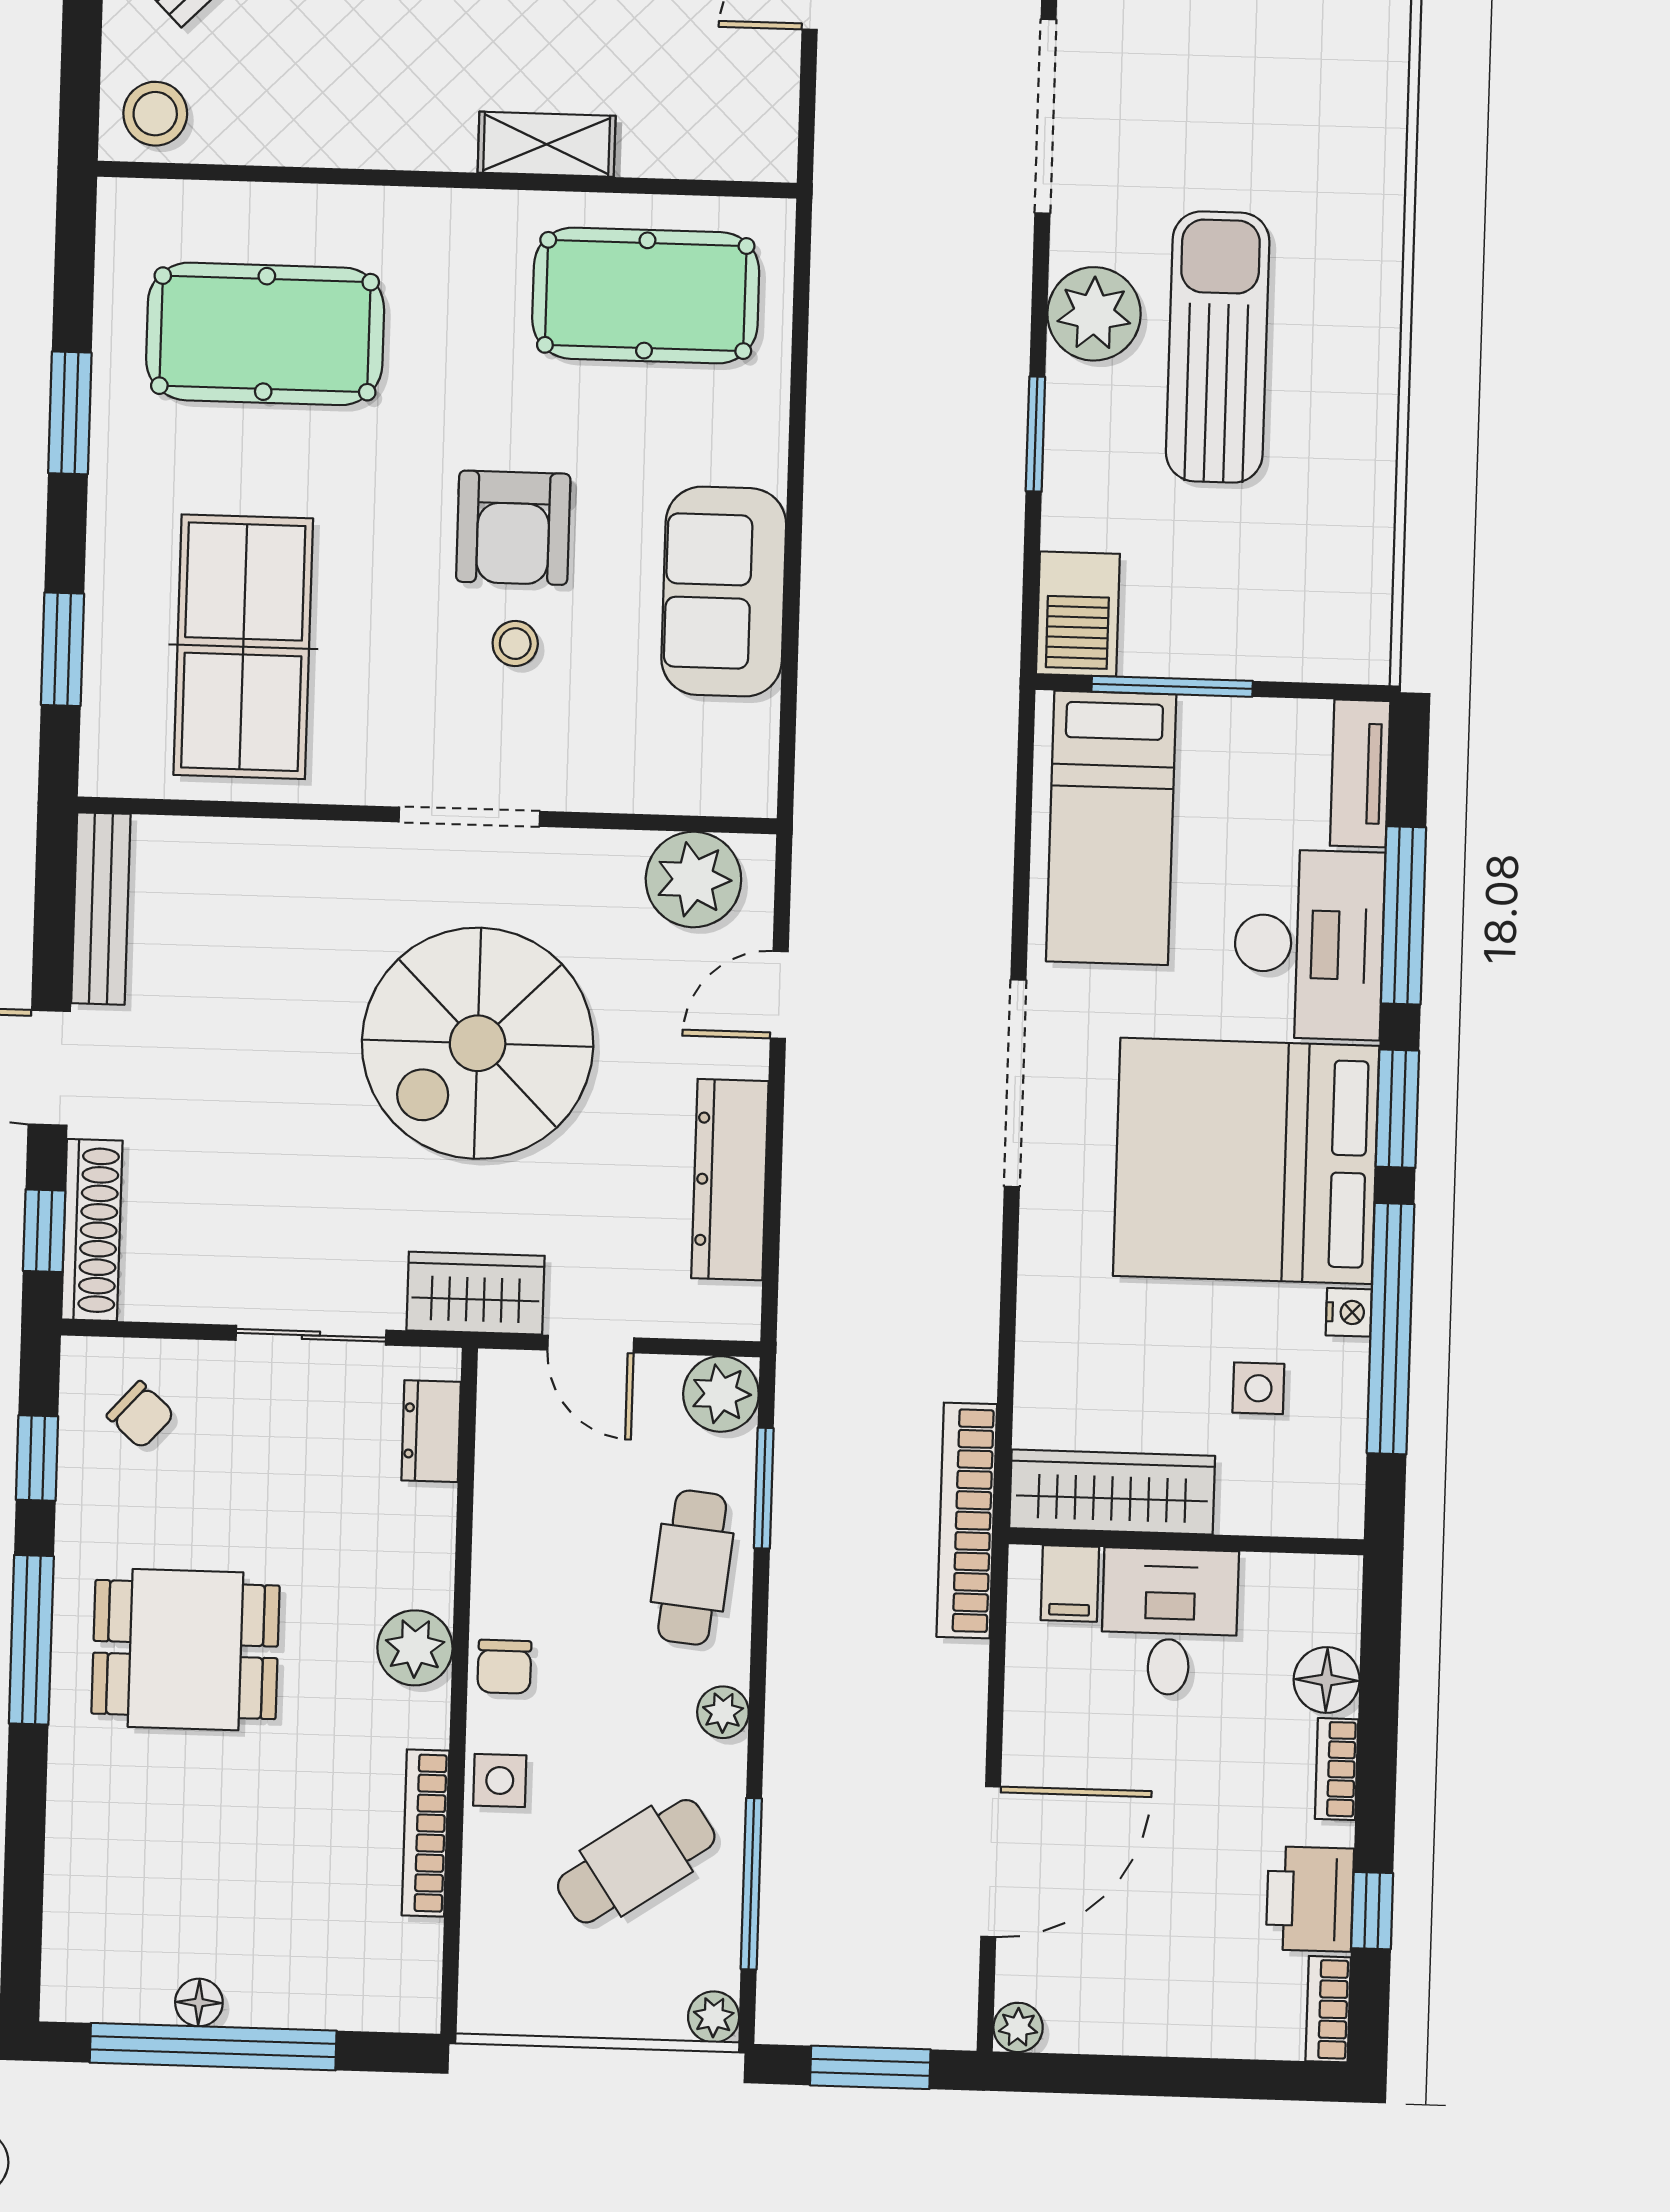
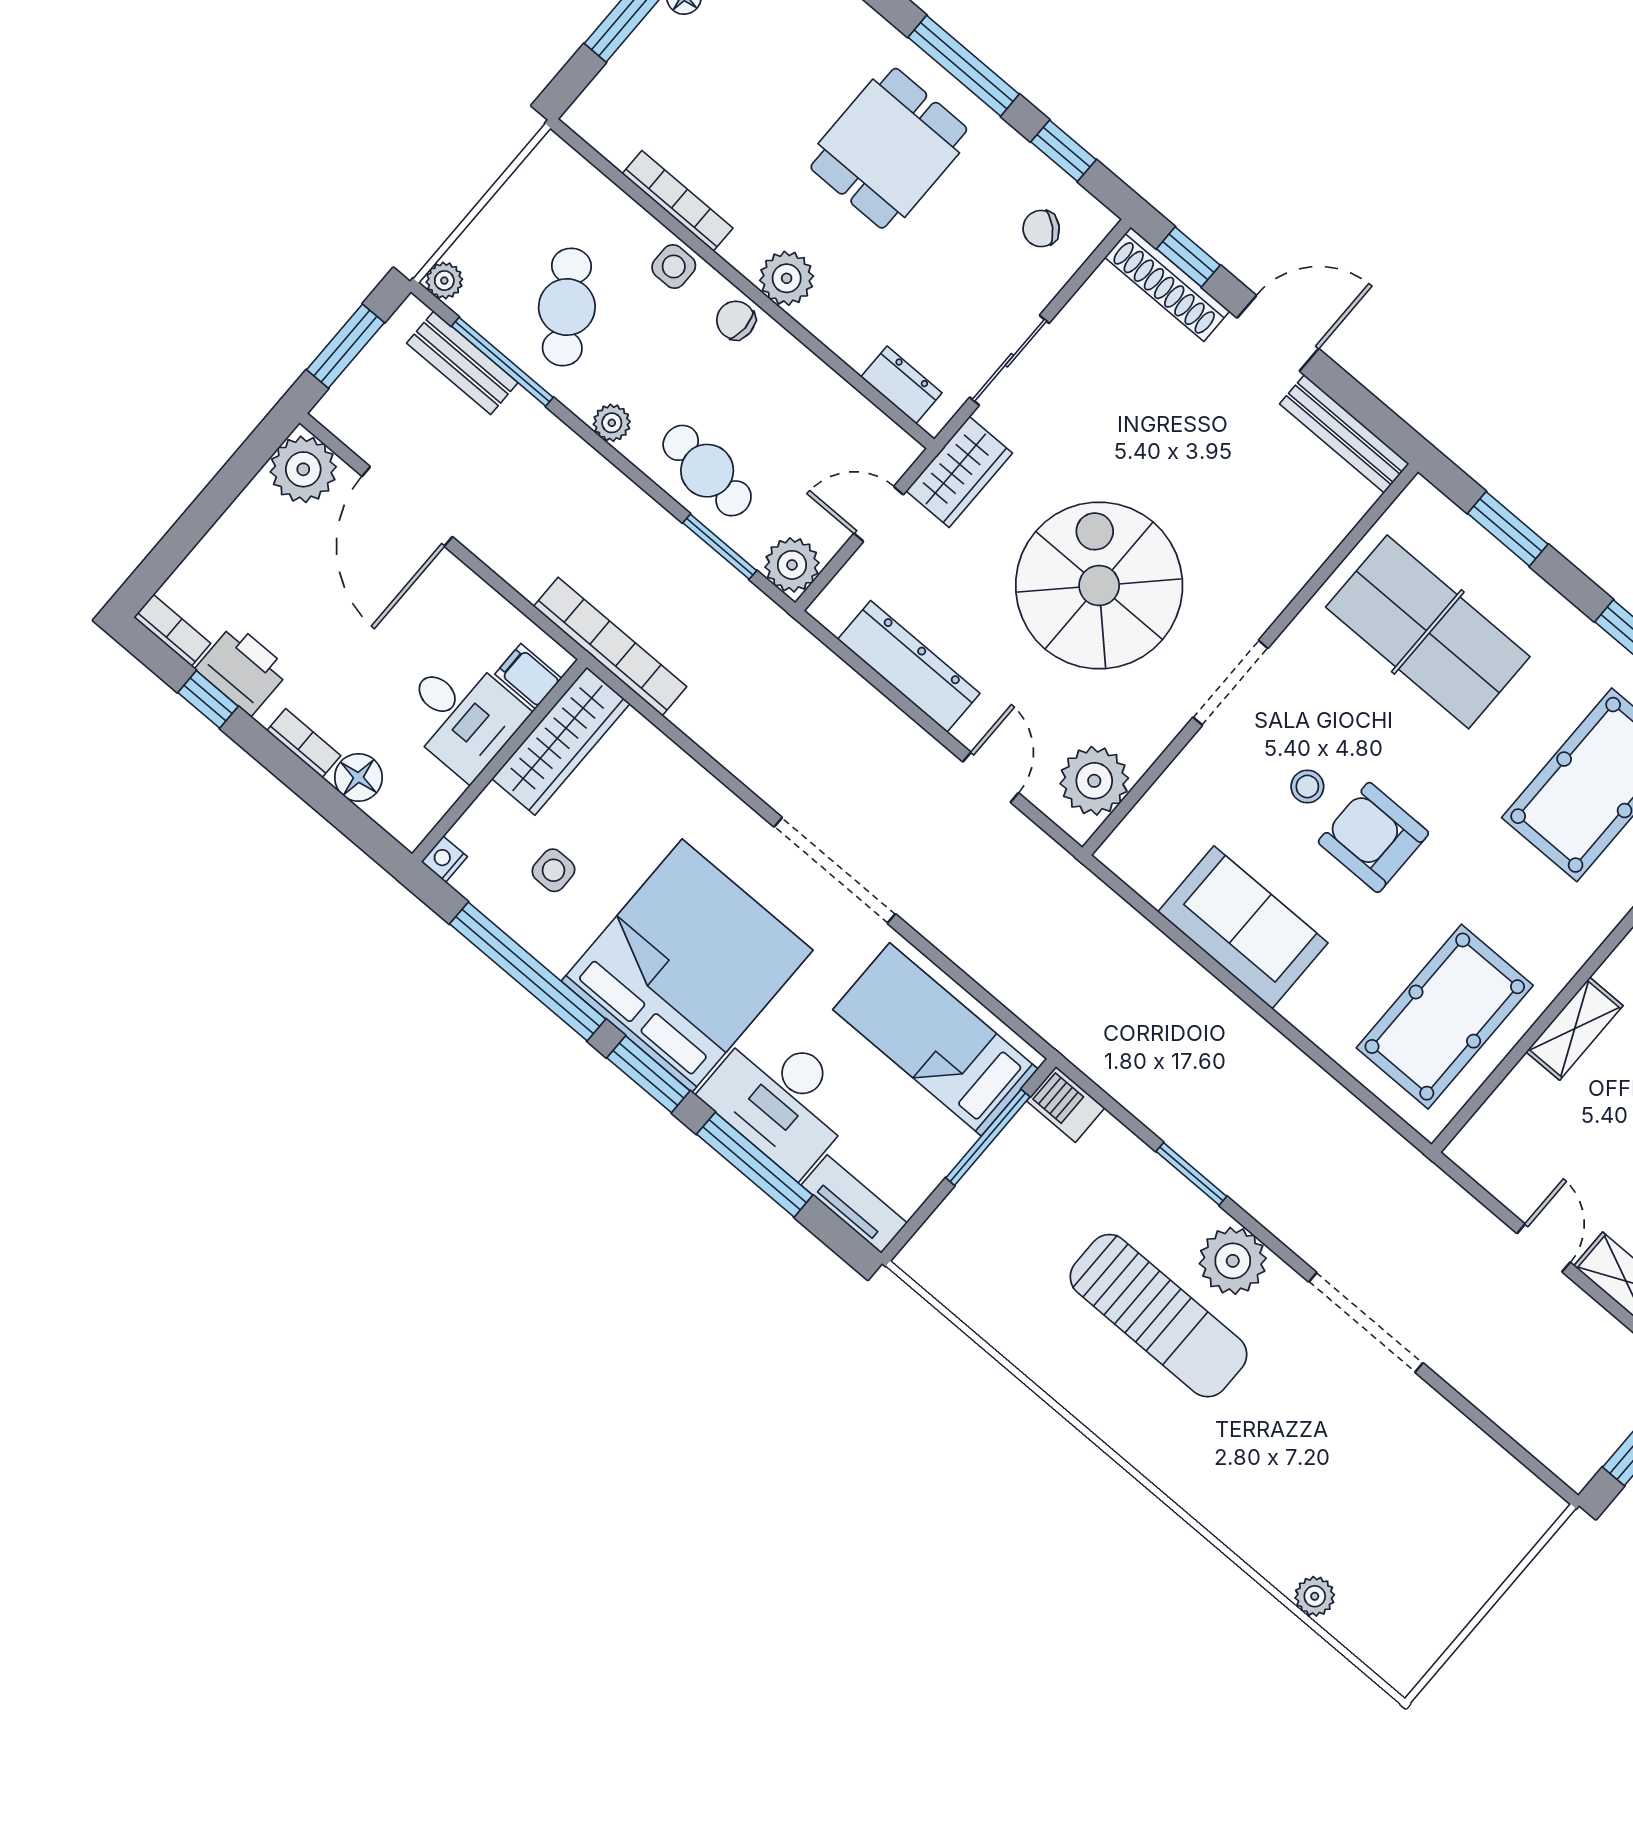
barbecue: (1078, 614) -> (1066, 1104), width x0.73, depth x0.79
nightstand: (1349, 1312) -> (444, 859), moved, turned 90
bench: (787, 1926) -> (462, 363), added
plant: (1018, 2027) -> (303, 469), width x1.88, depth x1.88

